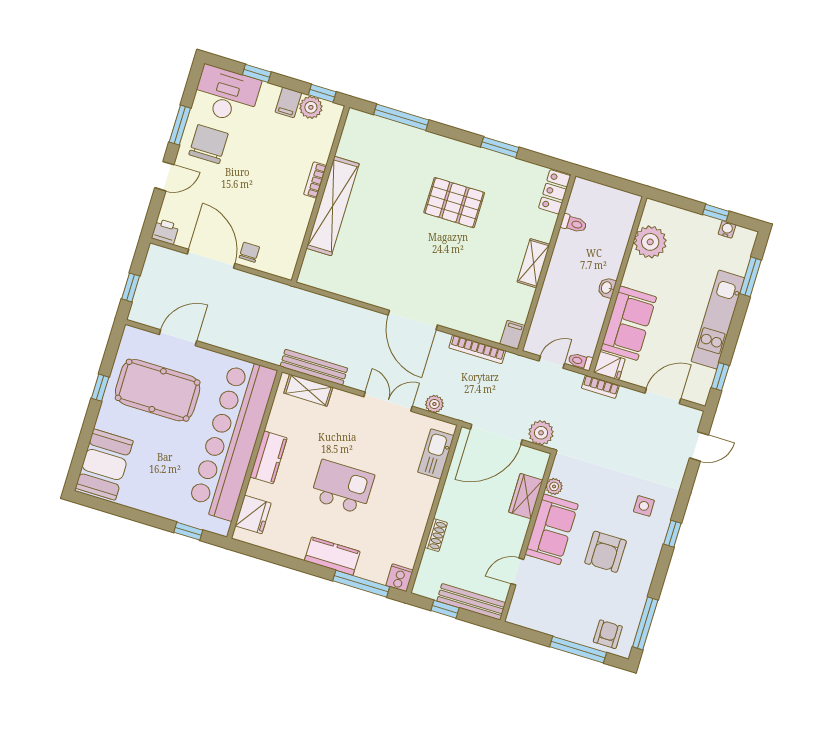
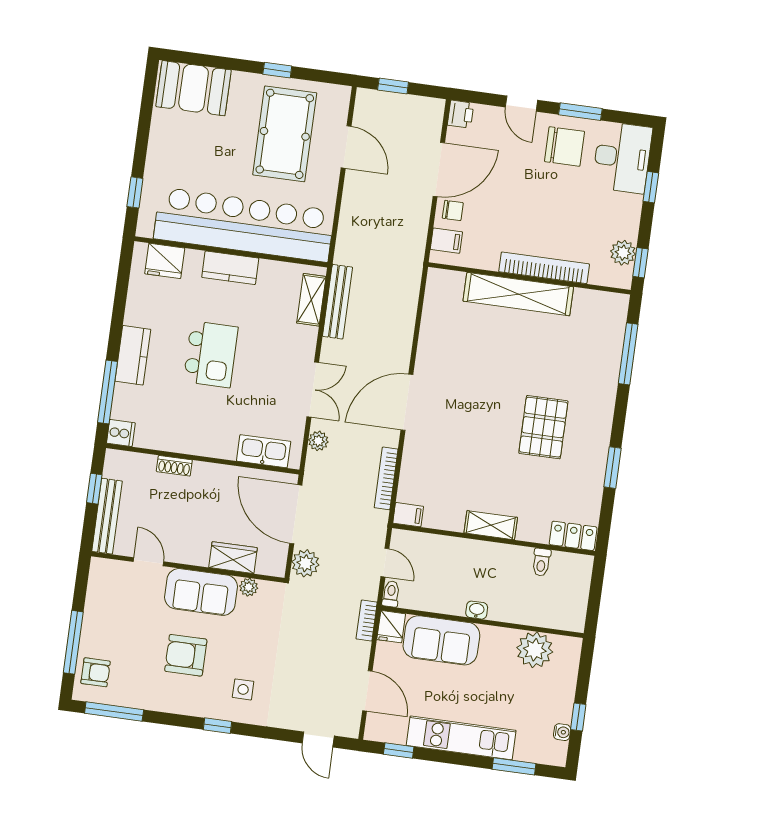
filing cabinet: (288, 102) -> (446, 241), moved, turned 180
bookcase: (315, 180) -> (544, 268), width x2.31, depth x1.31

